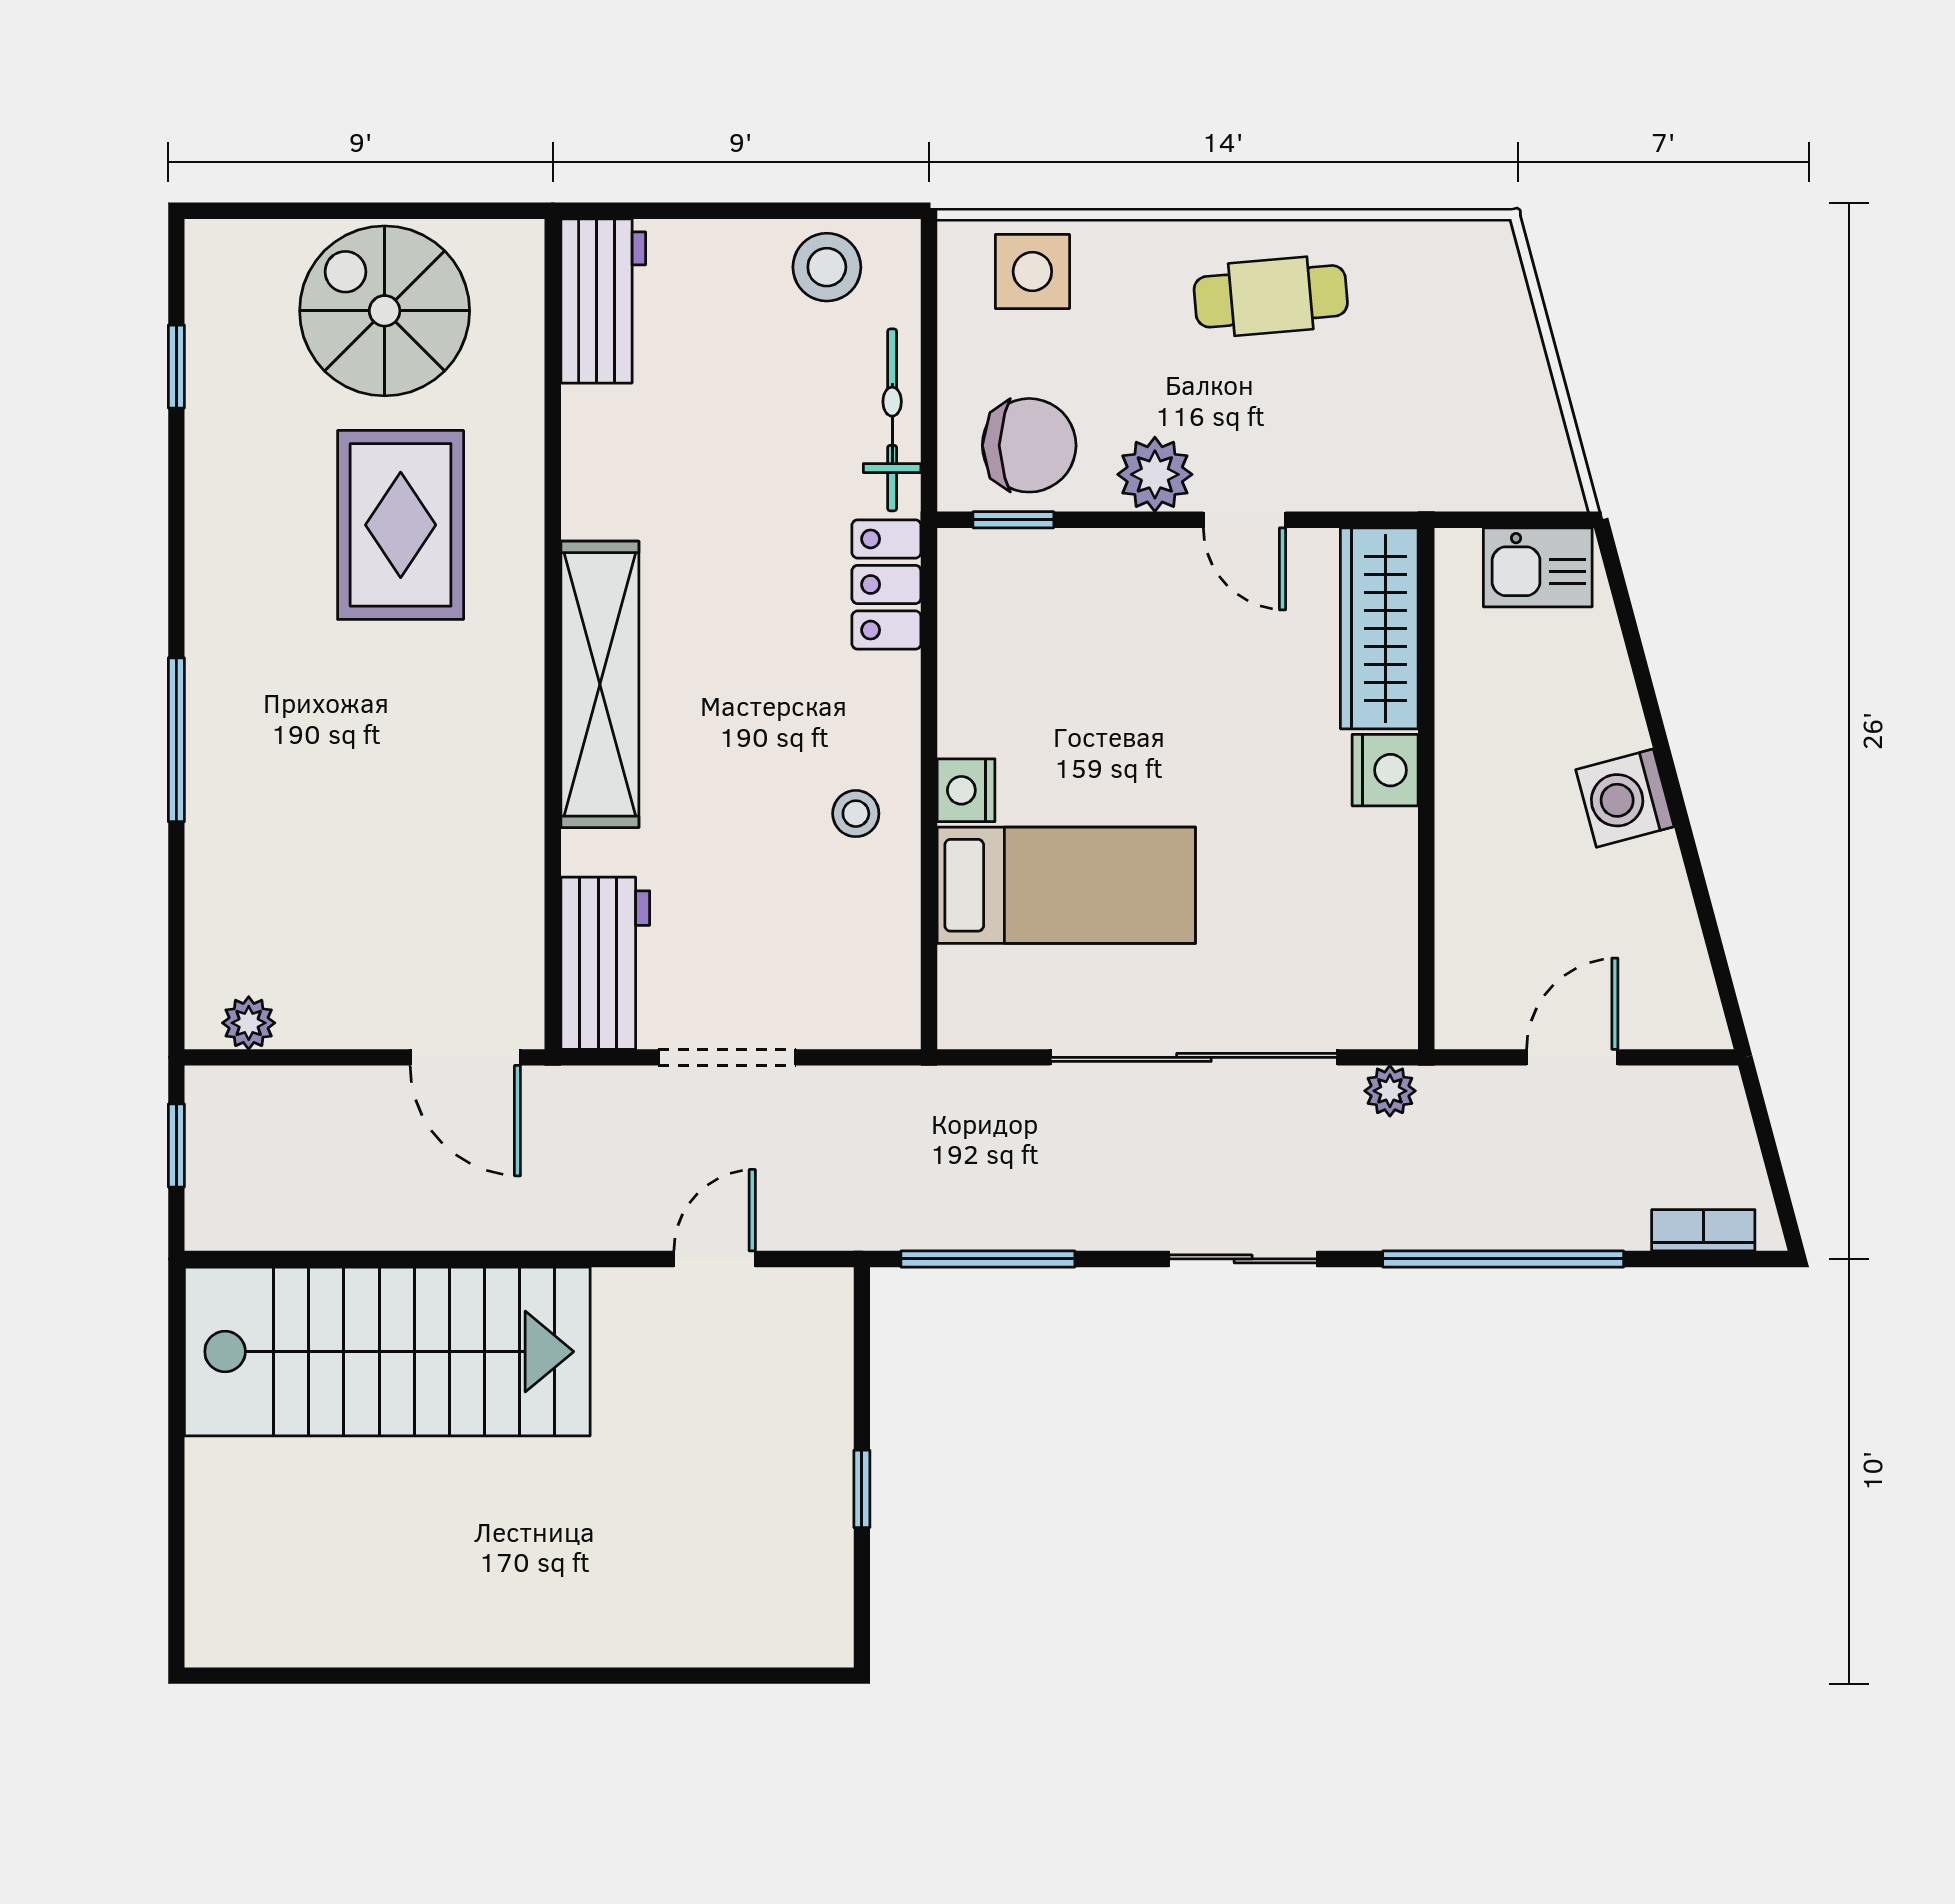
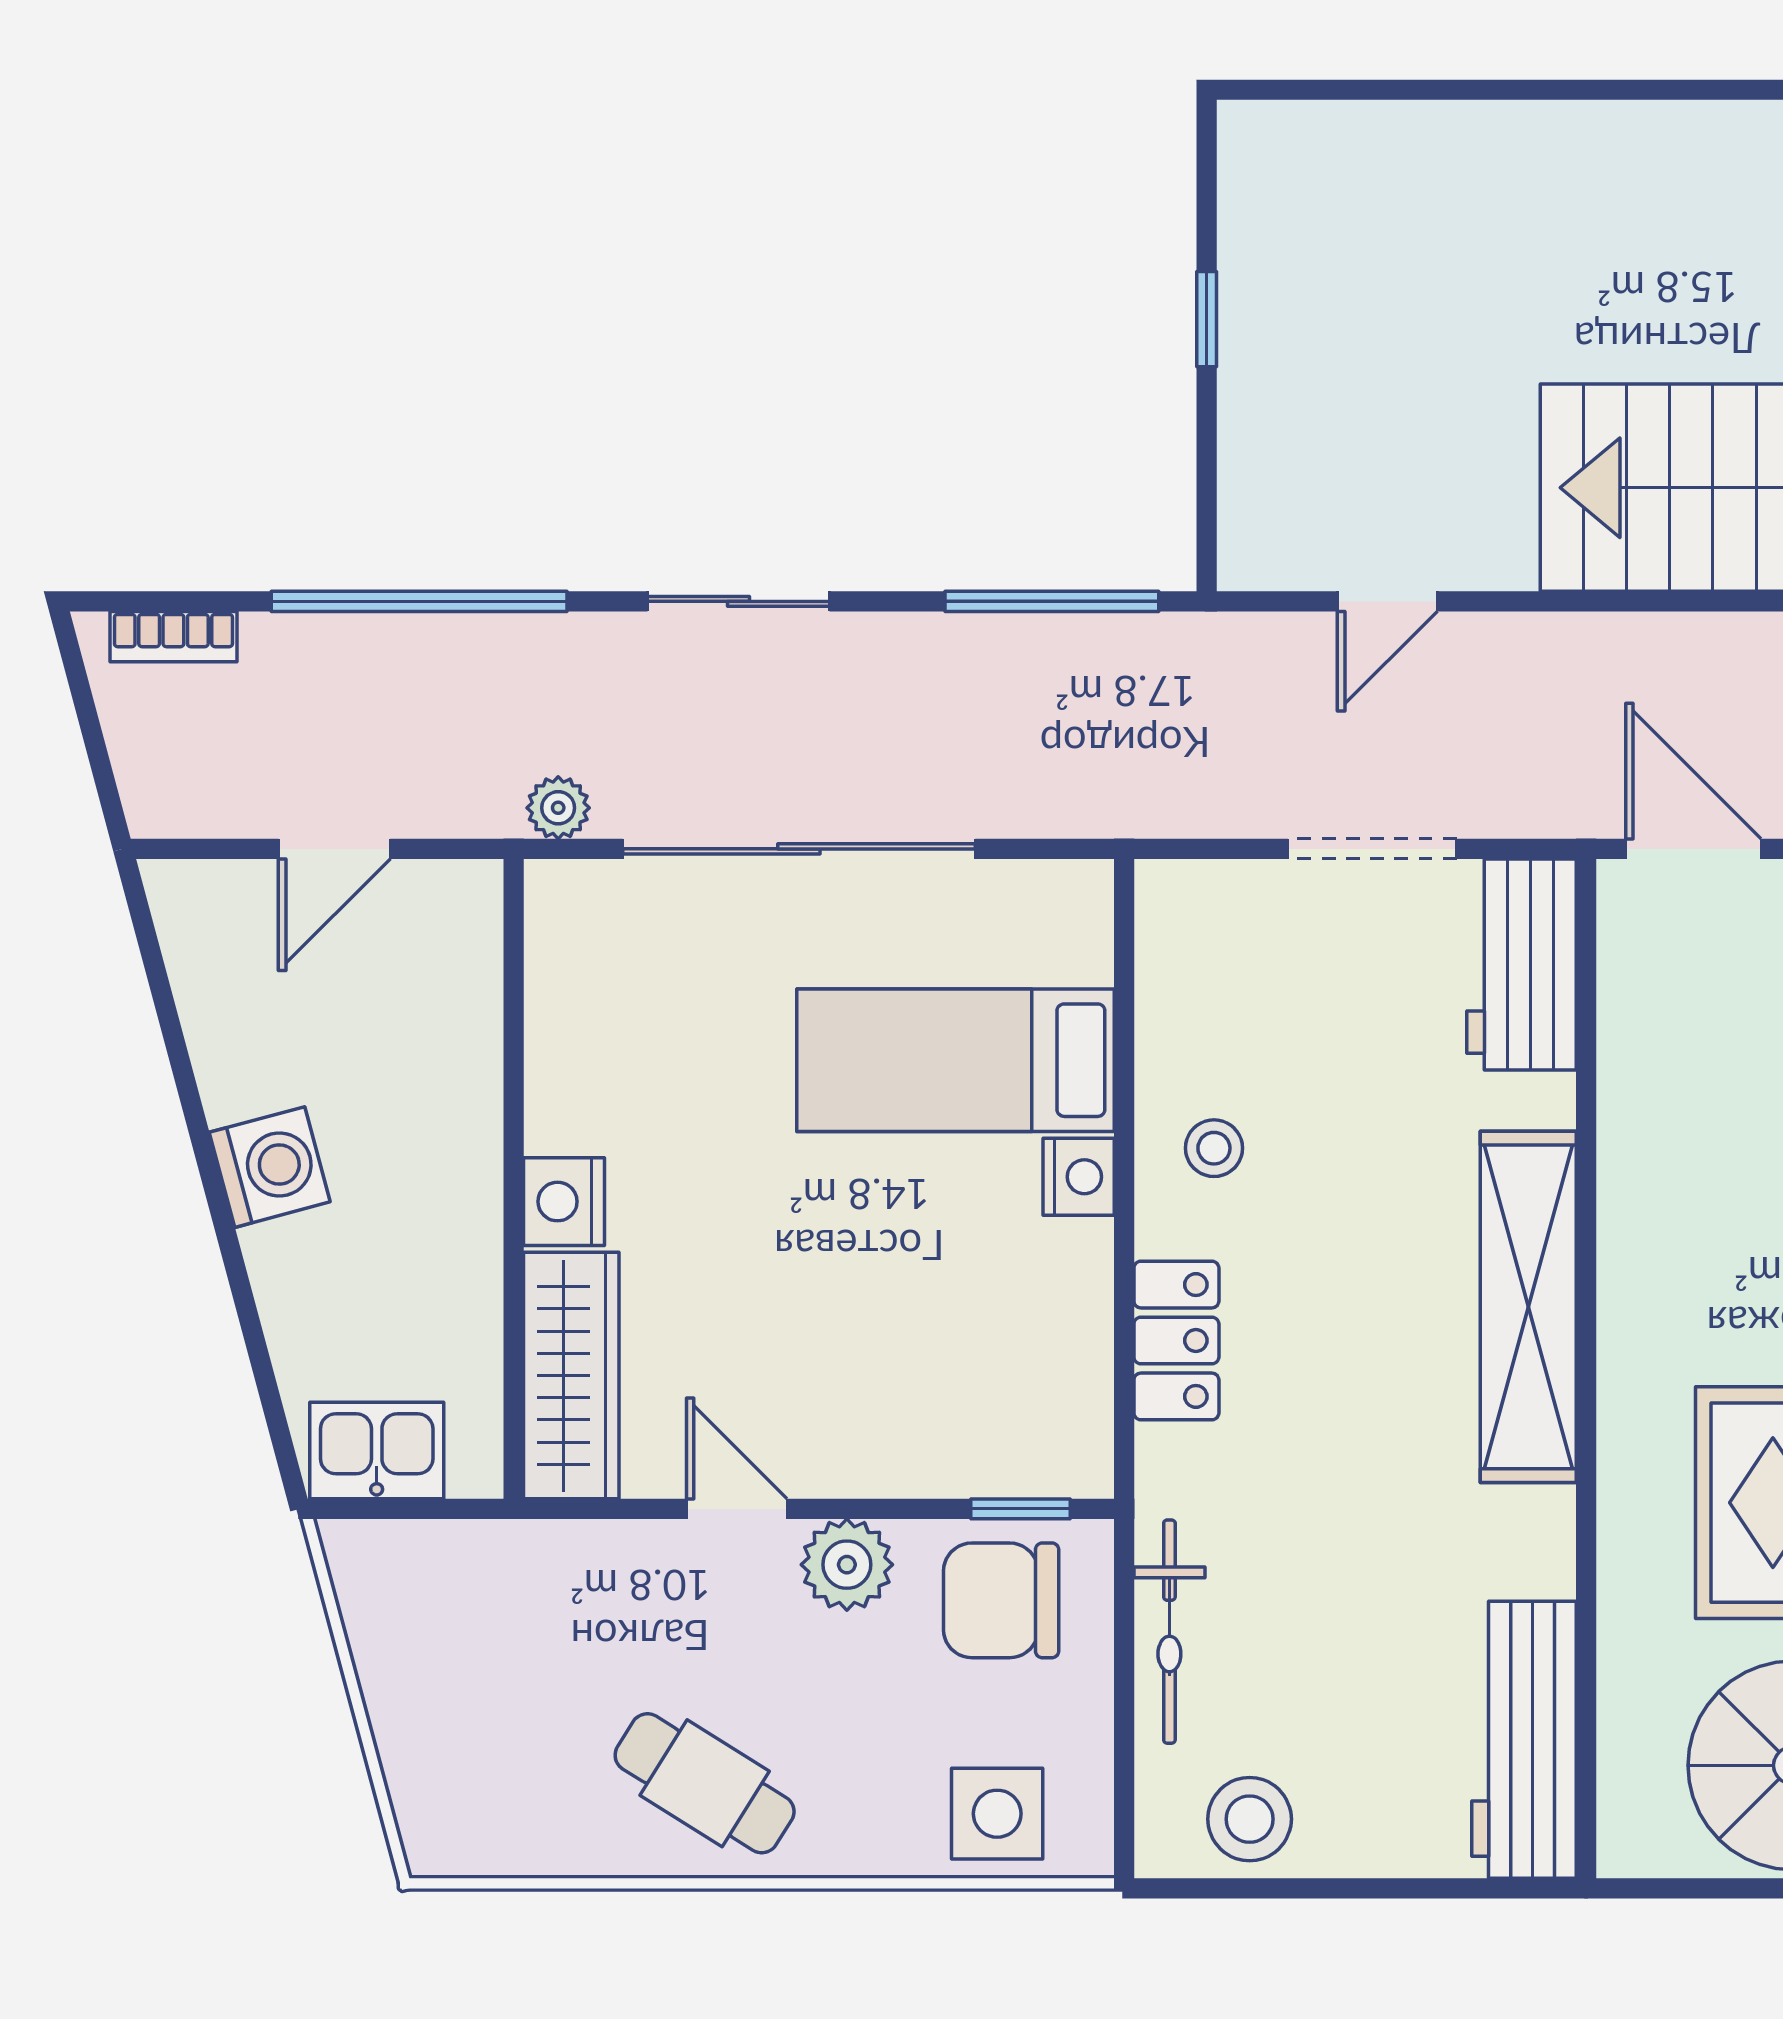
cafe table: (1271, 296) -> (705, 1783), turned 37
workbench: (603, 301) -> (1524, 1740), width x1.37
locker: (886, 584) -> (1176, 1341), moved

